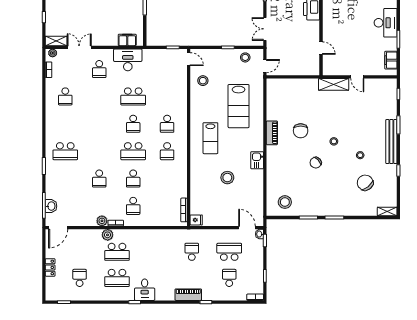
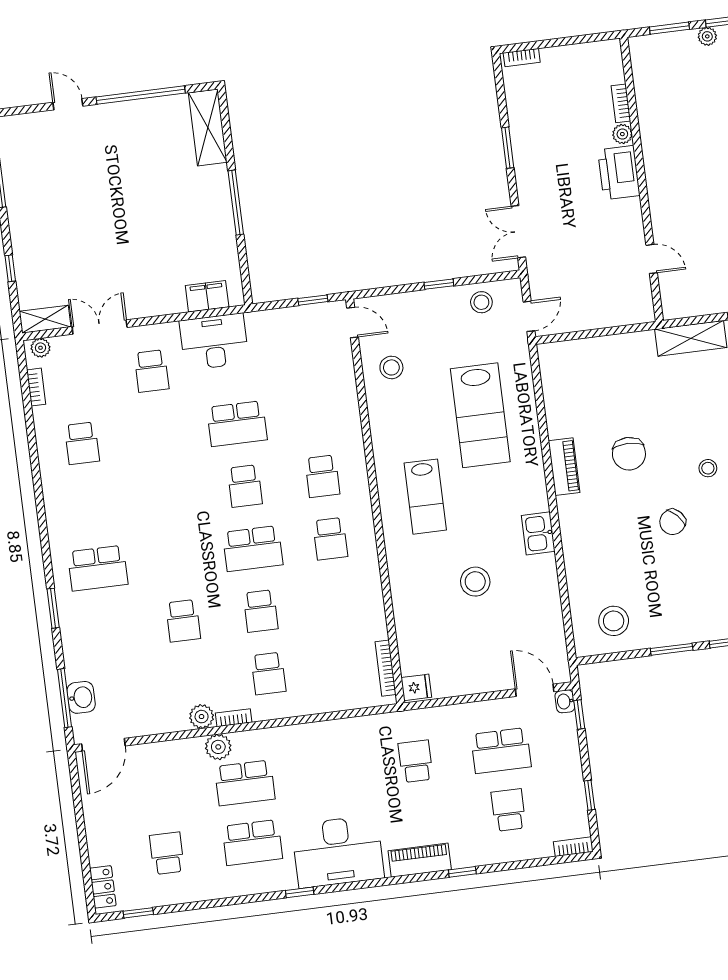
school desk: (229, 252) -> (501, 751), turned 180
locker: (50, 267) -> (103, 887), moved
desk: (145, 290) -> (338, 852), width x1.87, depth x1.30

